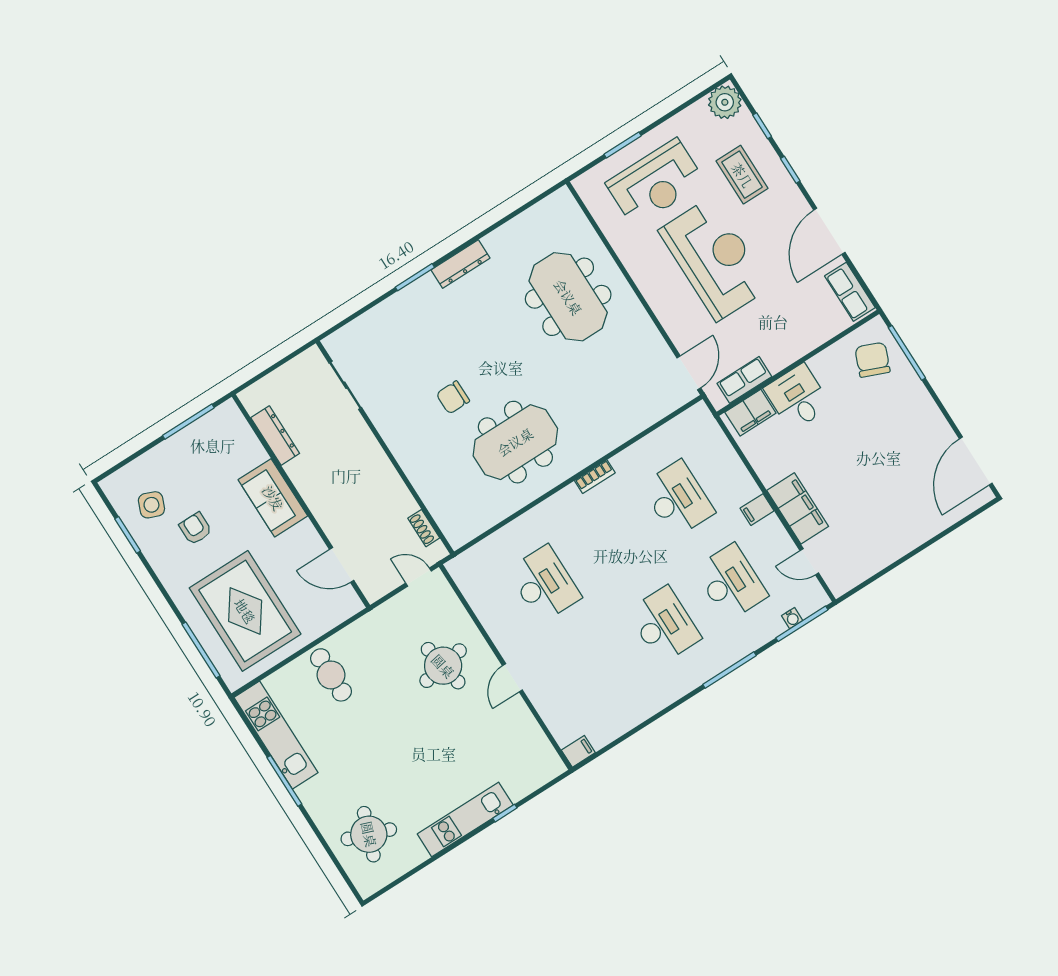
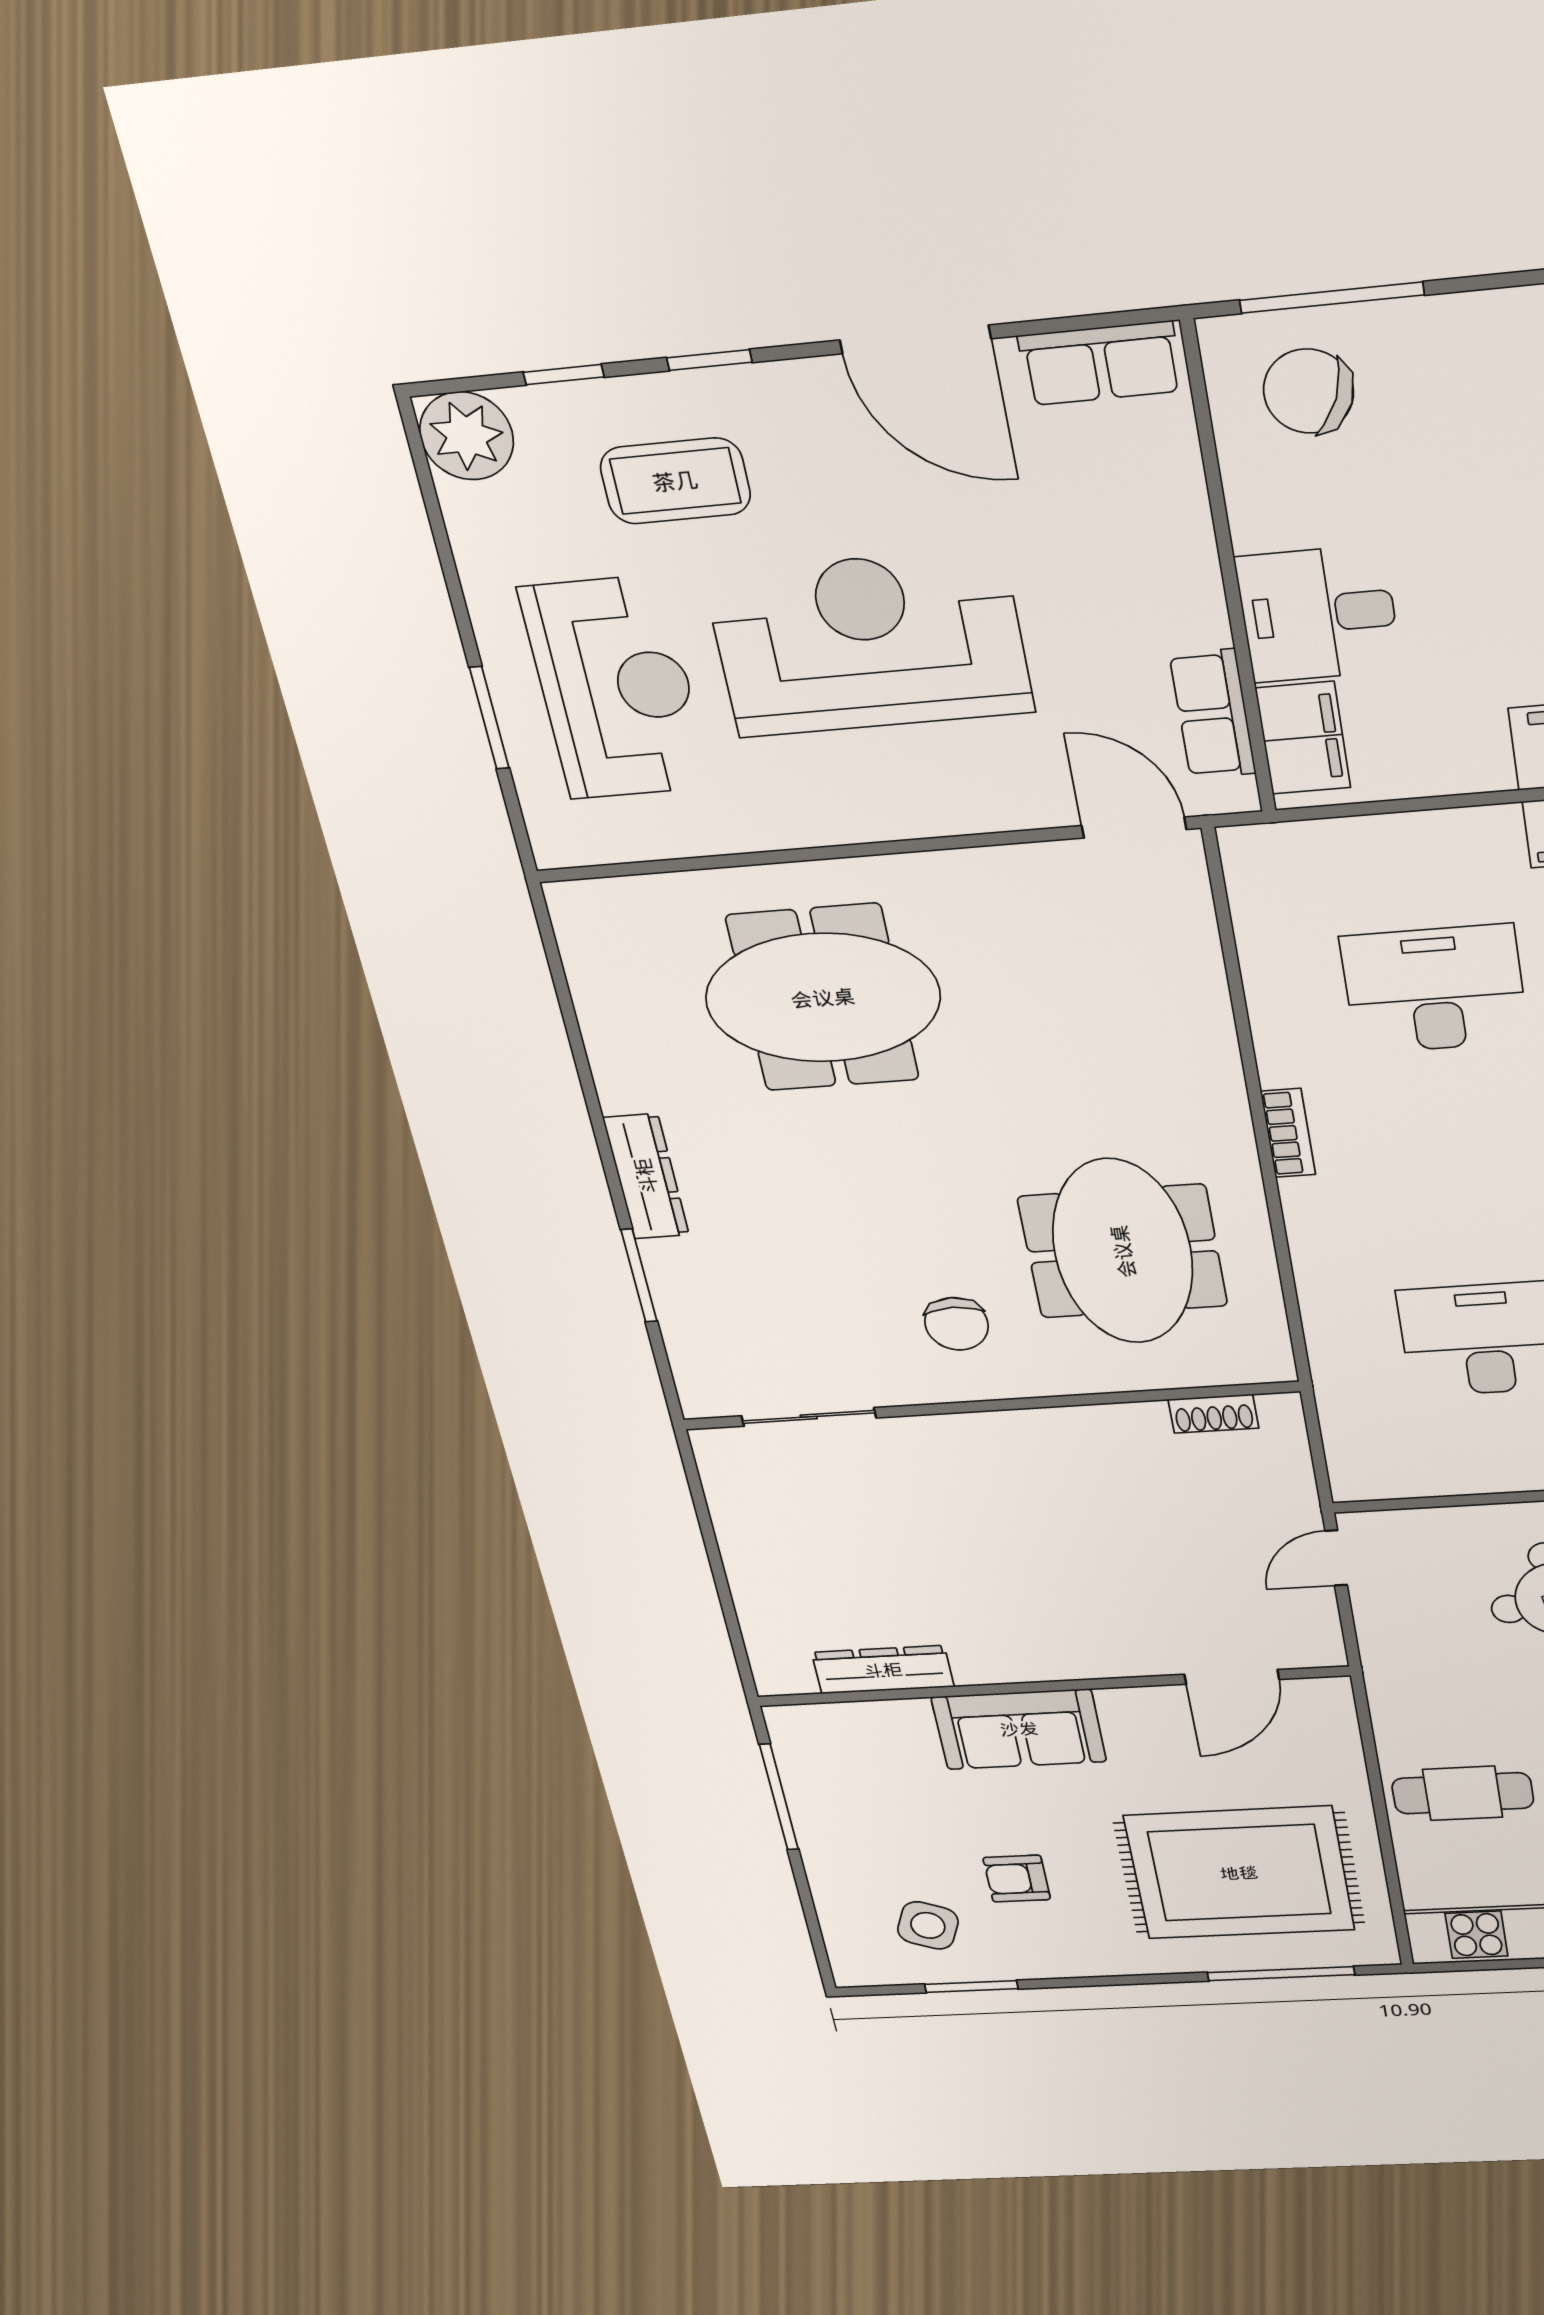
sliding door: (345, 385) -> (809, 1417), moved
wall: (385, 447) -> (989, 1406), moved
shoe rack: (424, 528) -> (1213, 1414), moved

